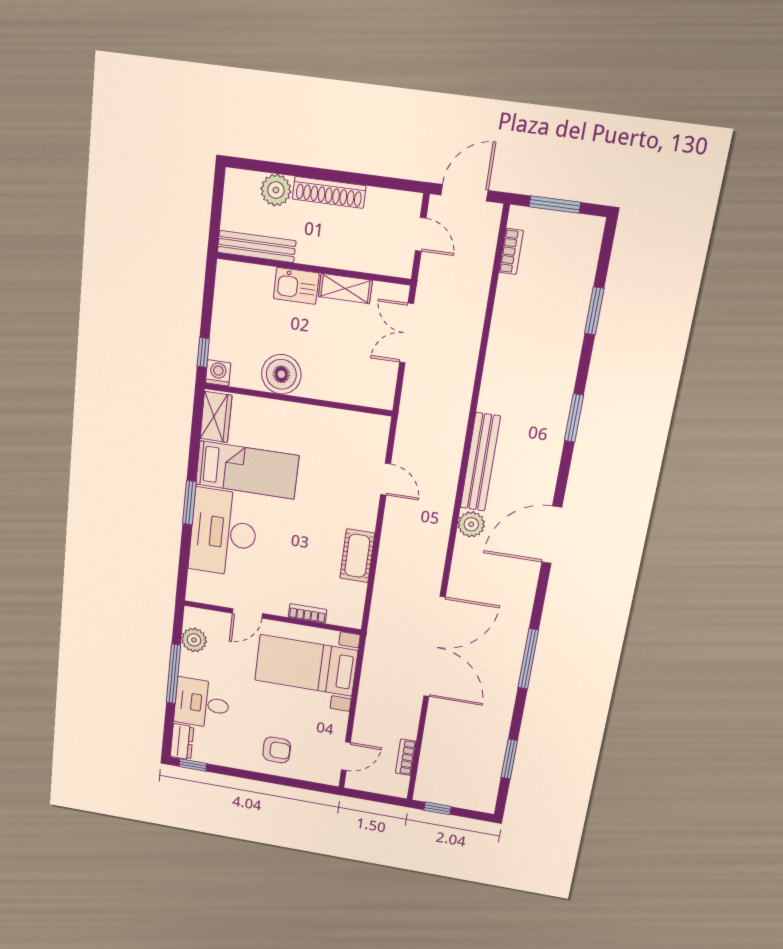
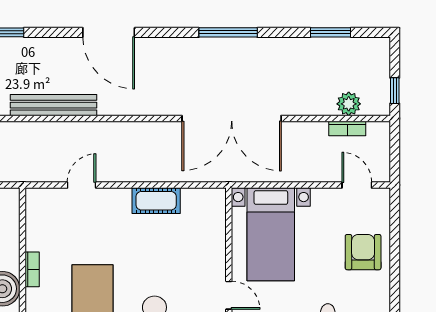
plant: (471, 524) -> (349, 104), moved
bookcase: (308, 613) -> (32, 269), moved, turned 180
double door: (434, 647) -> (232, 118), swing flipped
armchair: (277, 750) -> (363, 252), width x1.38, depth x1.38

